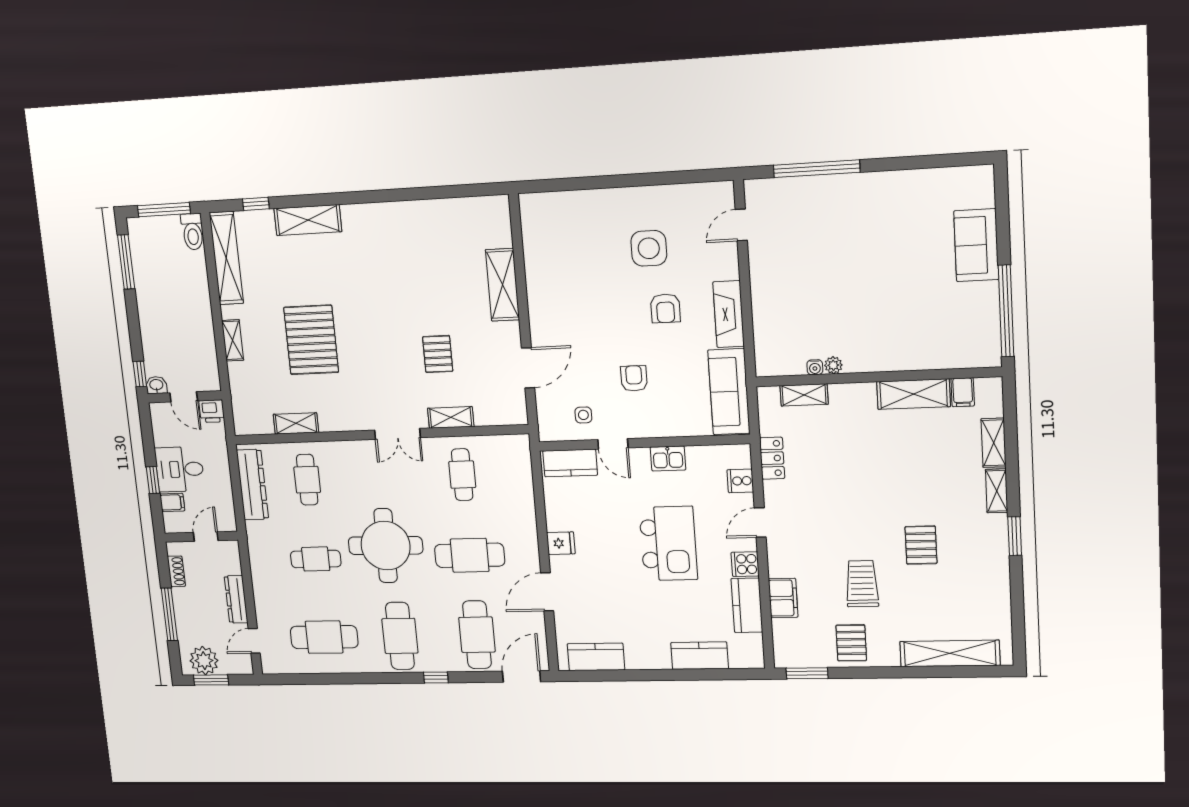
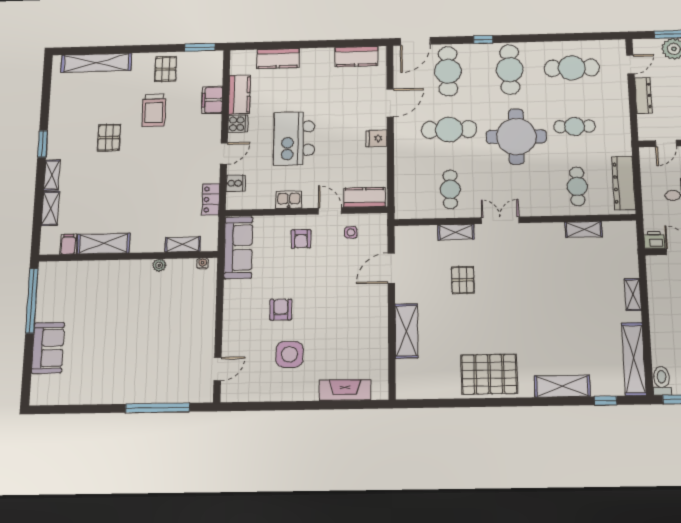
fireplace: (729, 314) -> (345, 390), moved, turned -90
pallet: (311, 340) -> (489, 374), moved, turned 90
water cooler: (815, 367) -> (203, 263), moved
armchair: (634, 378) -> (301, 239), moved

